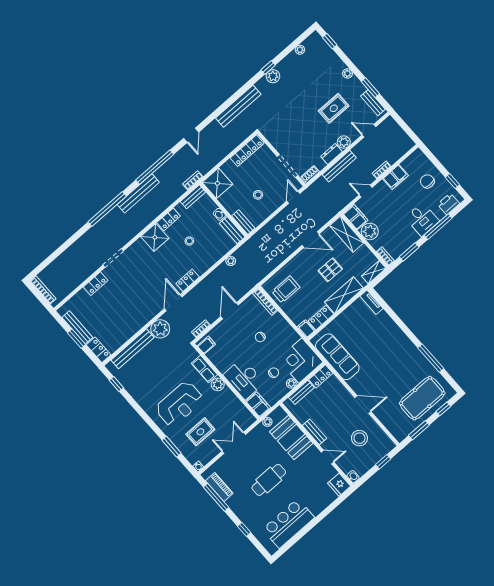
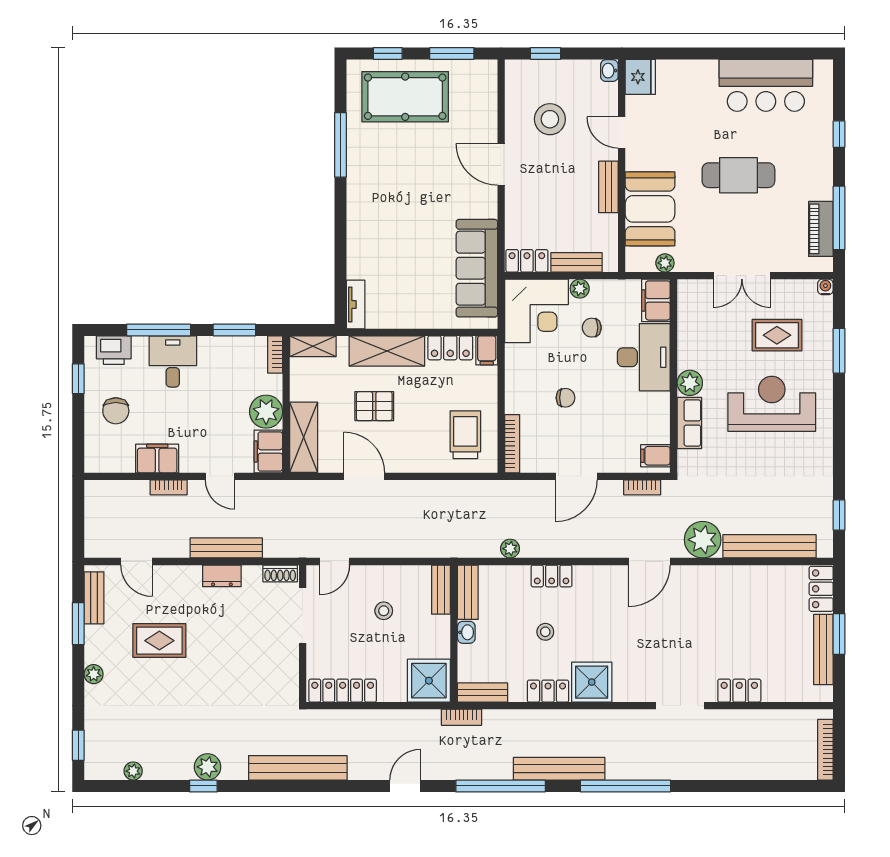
plant: (344, 142) -> (188, 578), removed
locker: (188, 280) -> (552, 576), moved
trolley: (286, 289) -> (465, 435), turned 90

